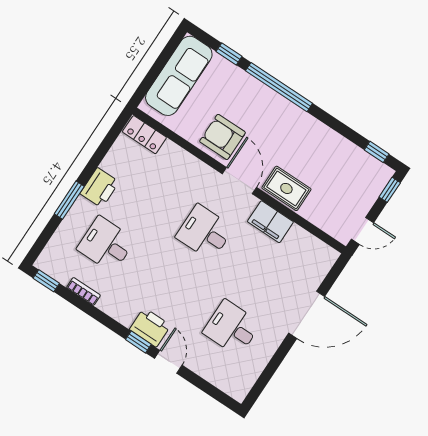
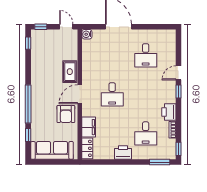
window: (69, 200) -> (160, 162), moved
filing cabinet: (270, 222) -> (89, 127), moved
water cooler: (328, 256) -> (87, 34), added
printer: (150, 327) -> (169, 112), moved

